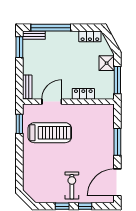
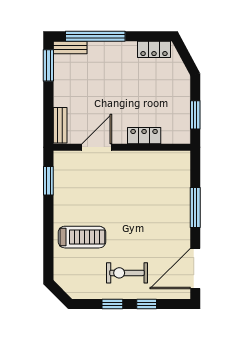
shower: (107, 63) -> (179, 89), removed
window: (117, 80) -> (195, 115), width x0.69
treadmill: (50, 133) -> (82, 237), moved, width x0.73, depth x0.73
exercise bike: (72, 185) -> (127, 273), turned -90

